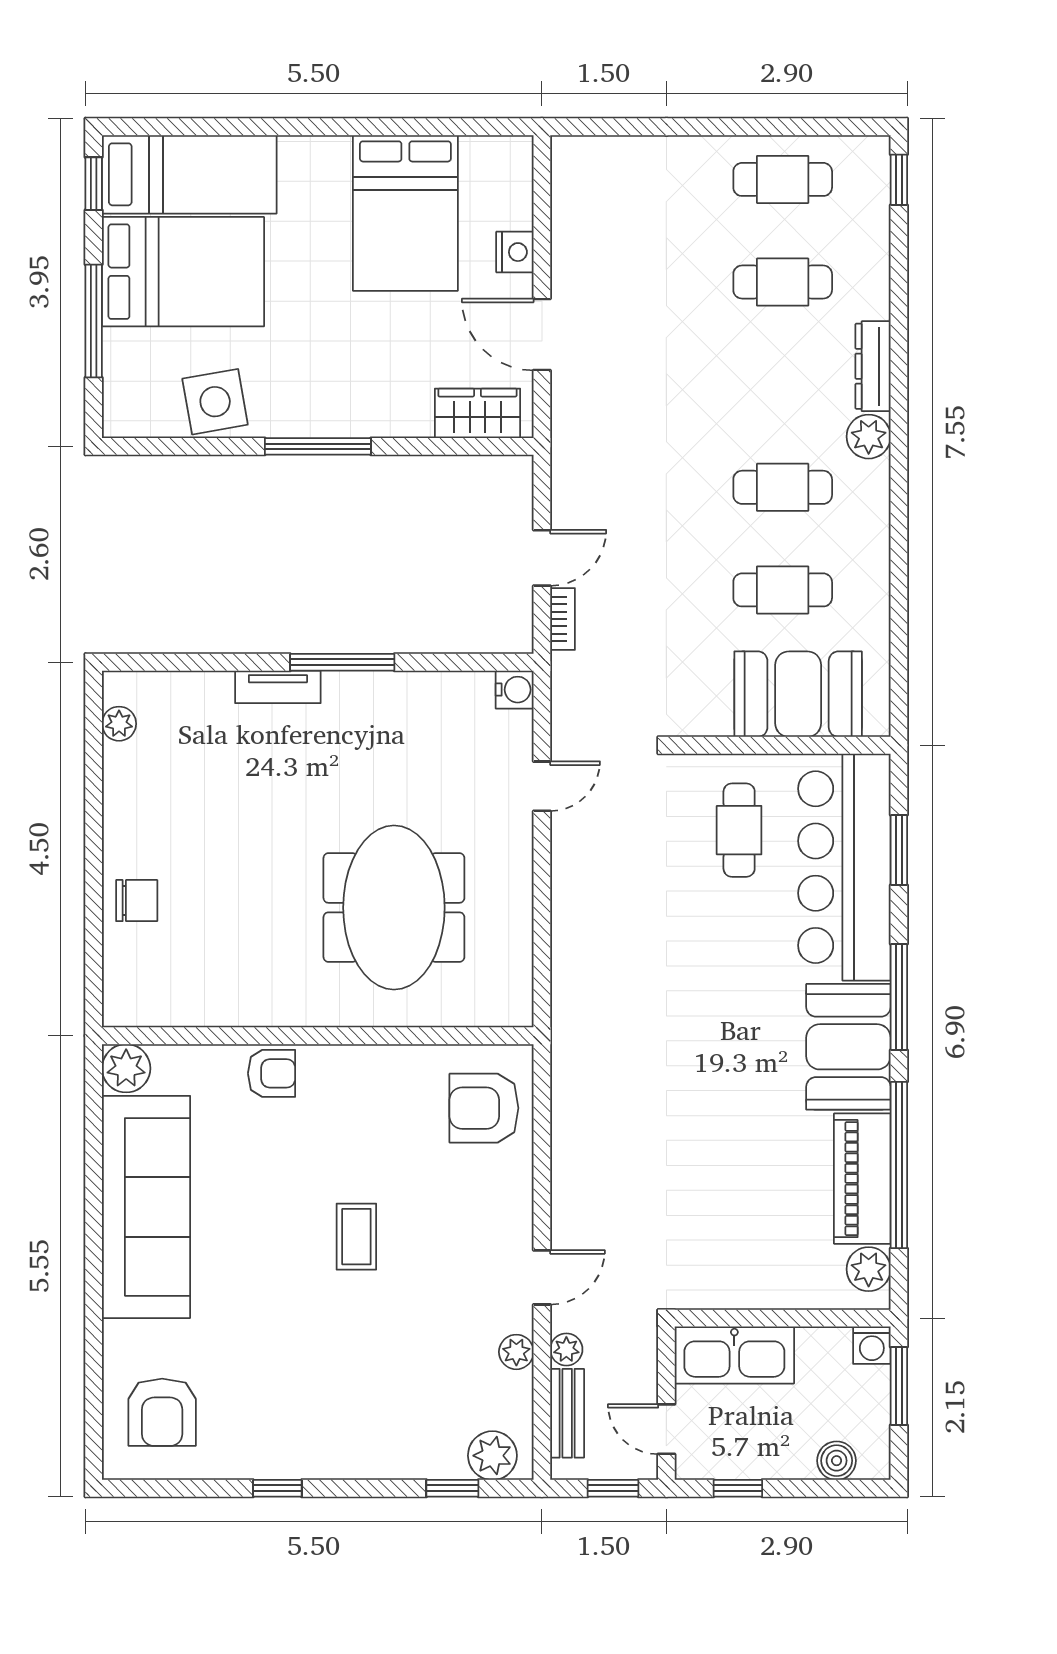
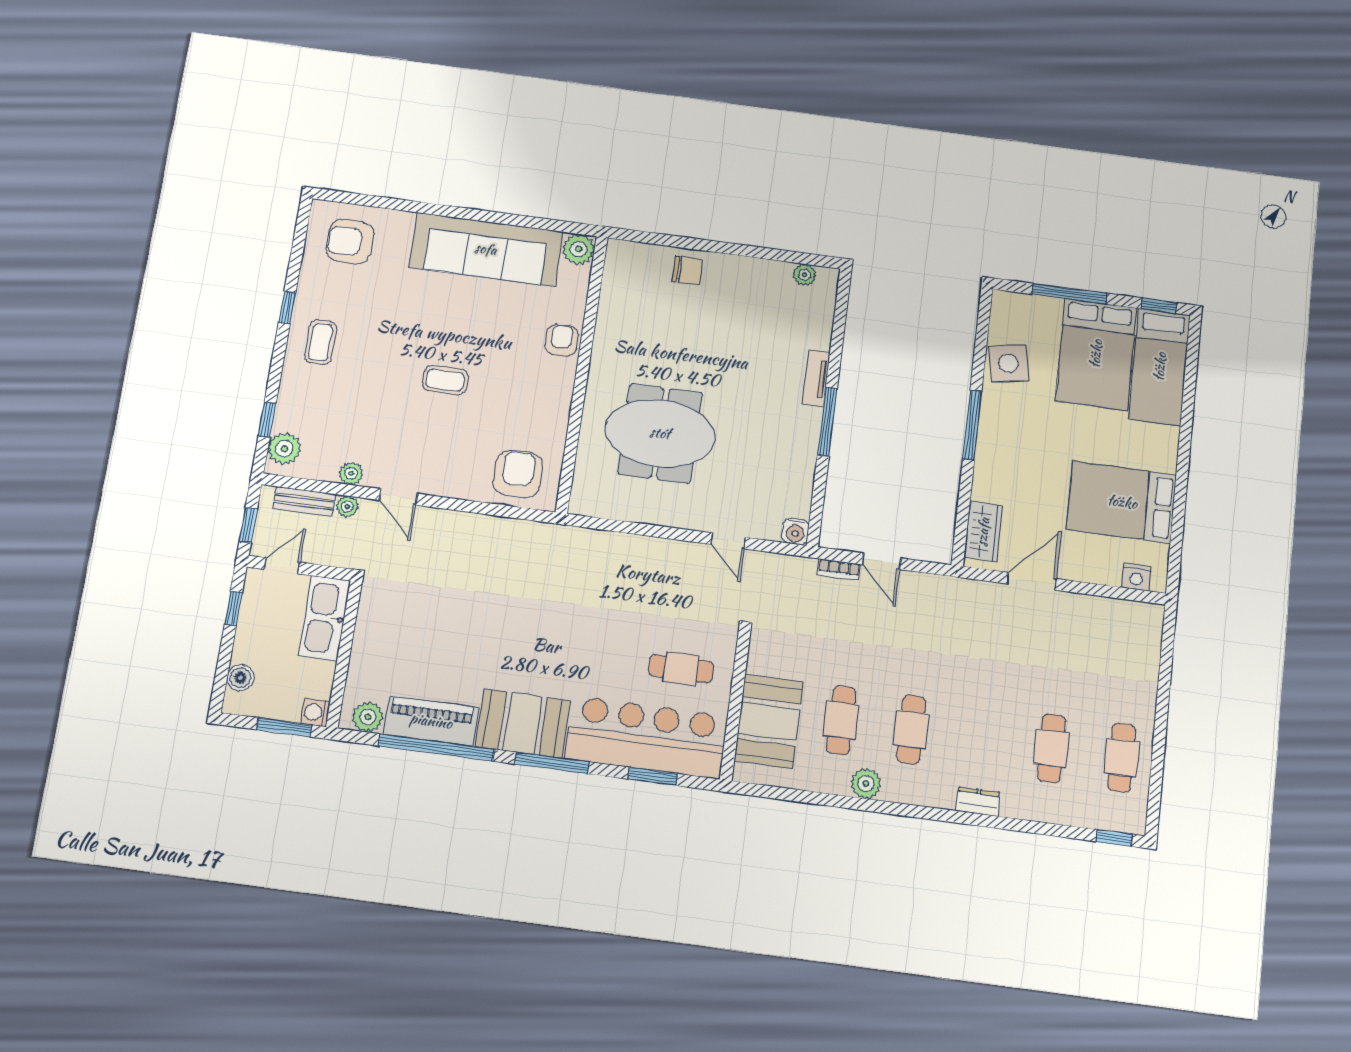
nightstand: (515, 252) -> (1136, 577), moved
dresser: (873, 366) -> (978, 802), width x0.70
plant: (869, 437) -> (866, 783), moved
chair: (137, 901) -> (687, 270), turned -90
armchair: (272, 1073) -> (562, 340), turned 180
coffee table: (324, 1430) -> (321, 342), added

